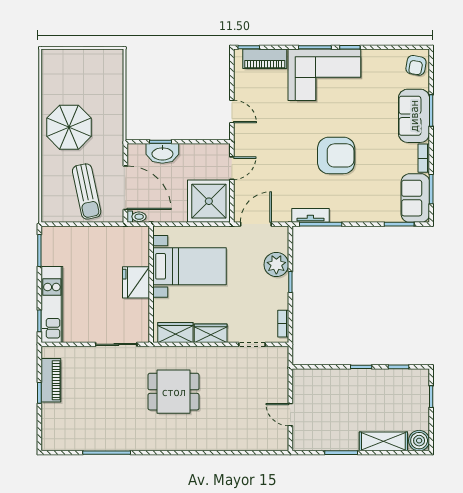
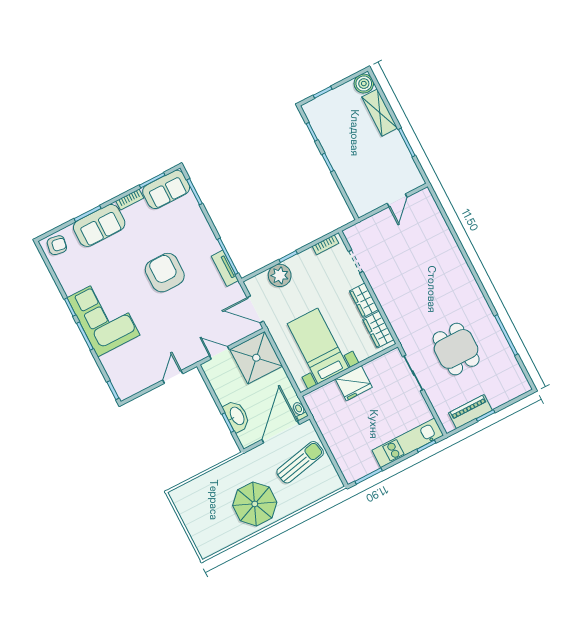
piano: (265, 59) -> (116, 372), removed
dining table: (174, 392) -> (456, 349), moved

